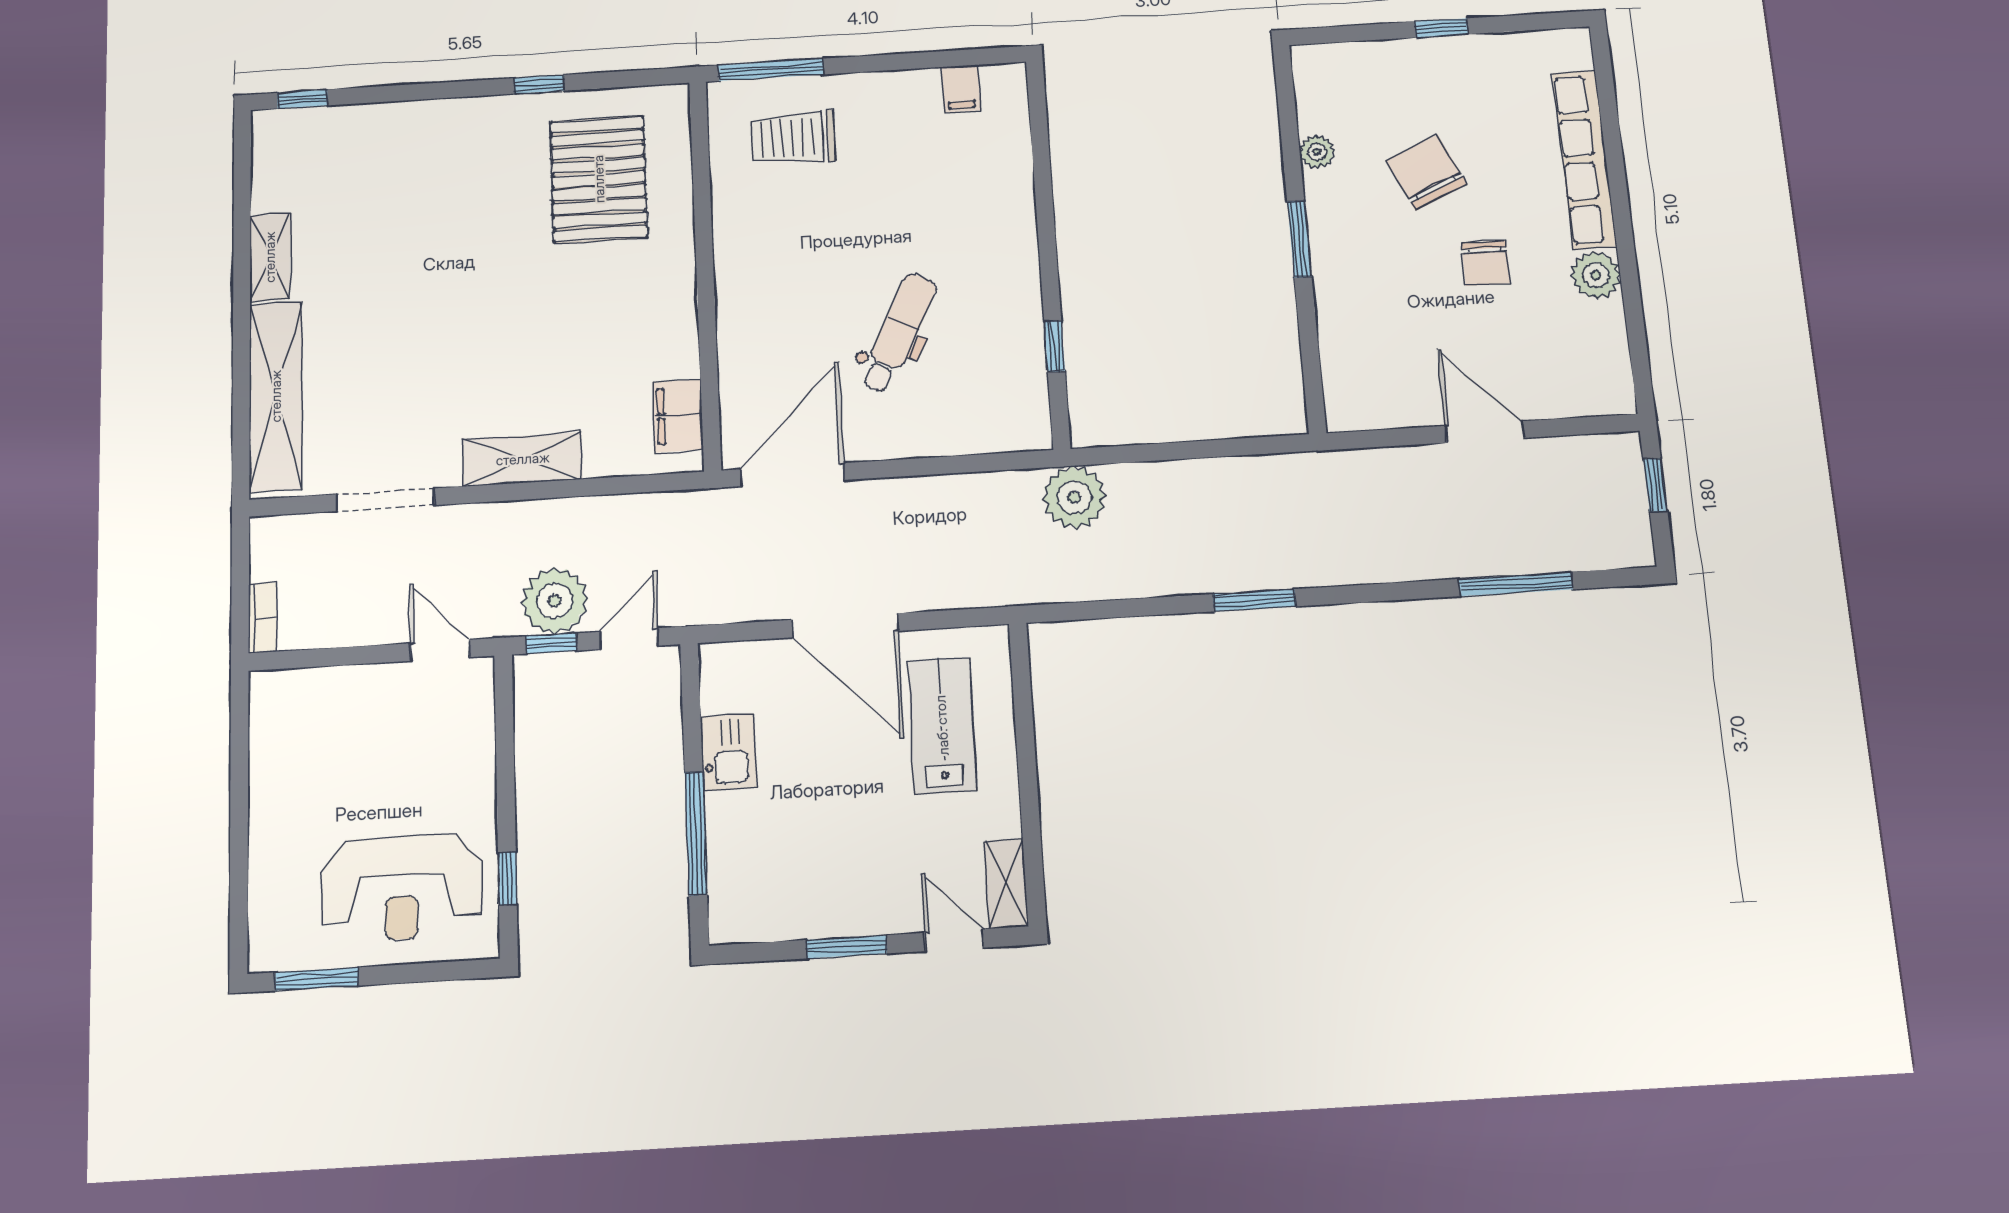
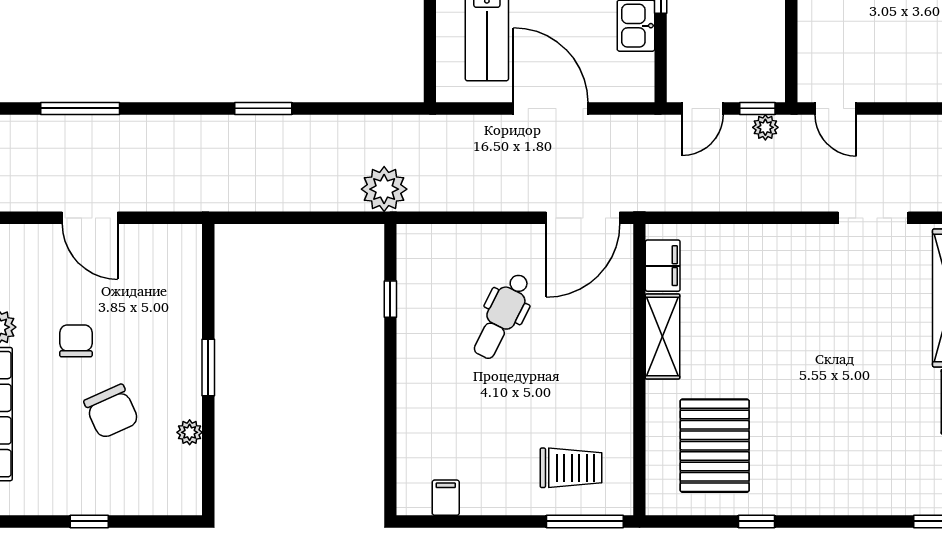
shelving: (523, 459) -> (663, 336), moved, turned 90
plant: (555, 601) -> (765, 127), width x0.53, depth x0.53

